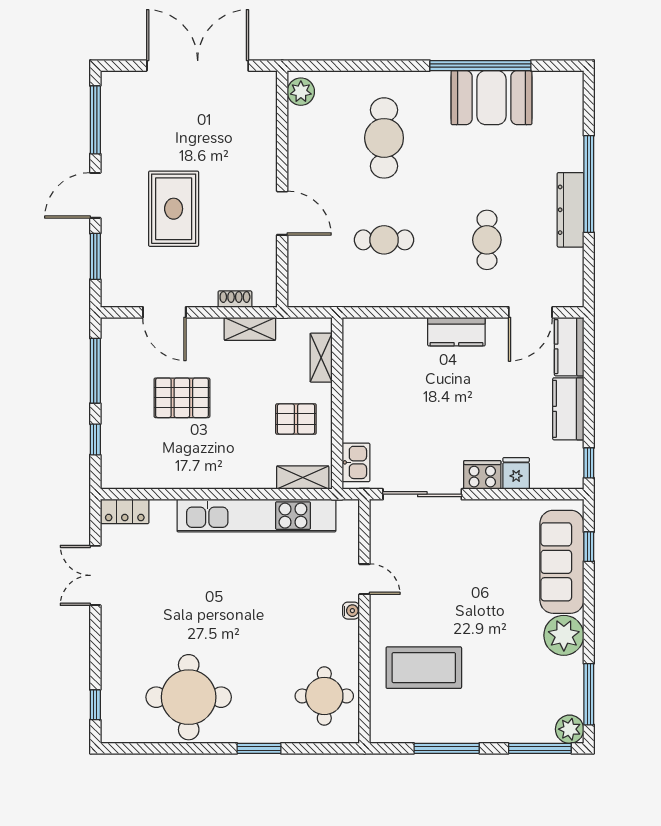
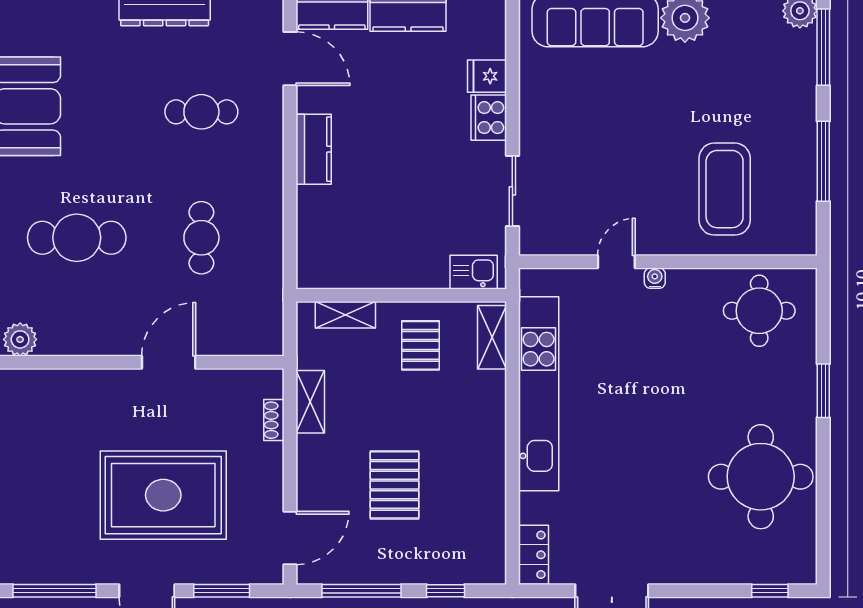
rug: (174, 209) -> (163, 495), width x1.37, depth x1.44
door: (164, 312) -> (290, 538), moved
sliding door: (422, 494) -> (512, 191), width x0.73

